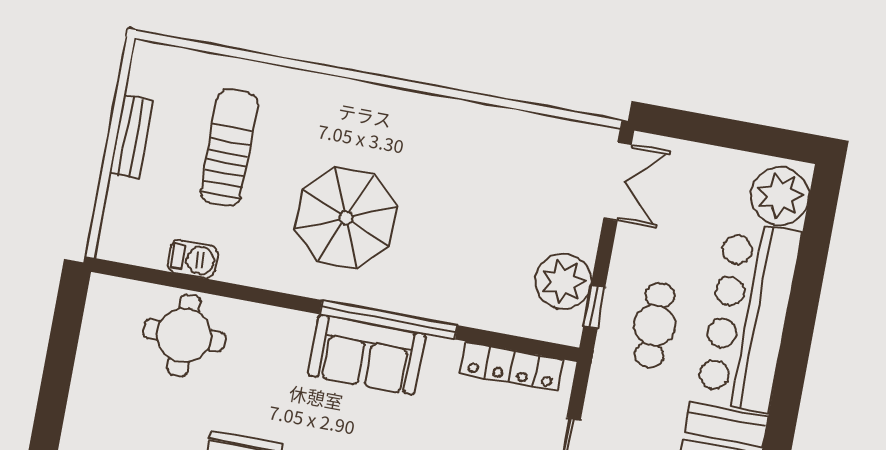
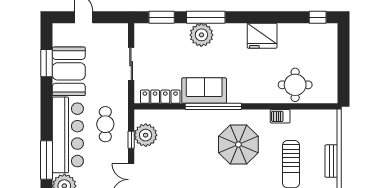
barbecue: (193, 259) -> (280, 116), moved
window: (811, 266) -> (46, 160), added
window: (594, 307) -> (131, 140), moved
sofa: (366, 355) -> (204, 91), moved

